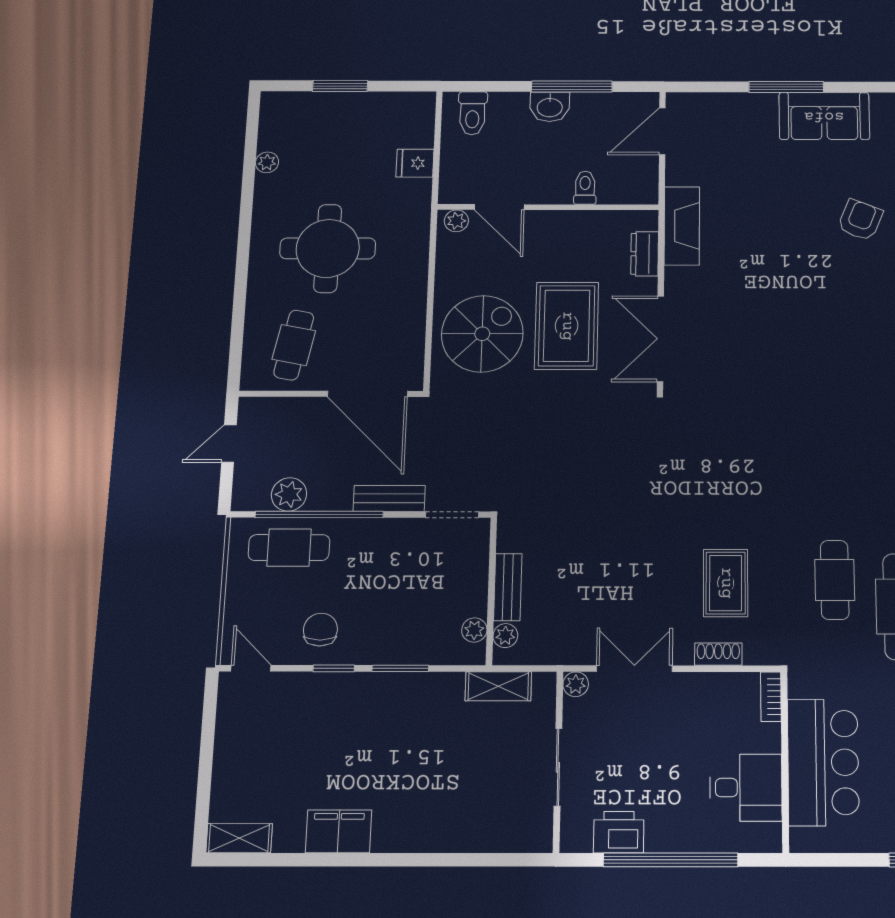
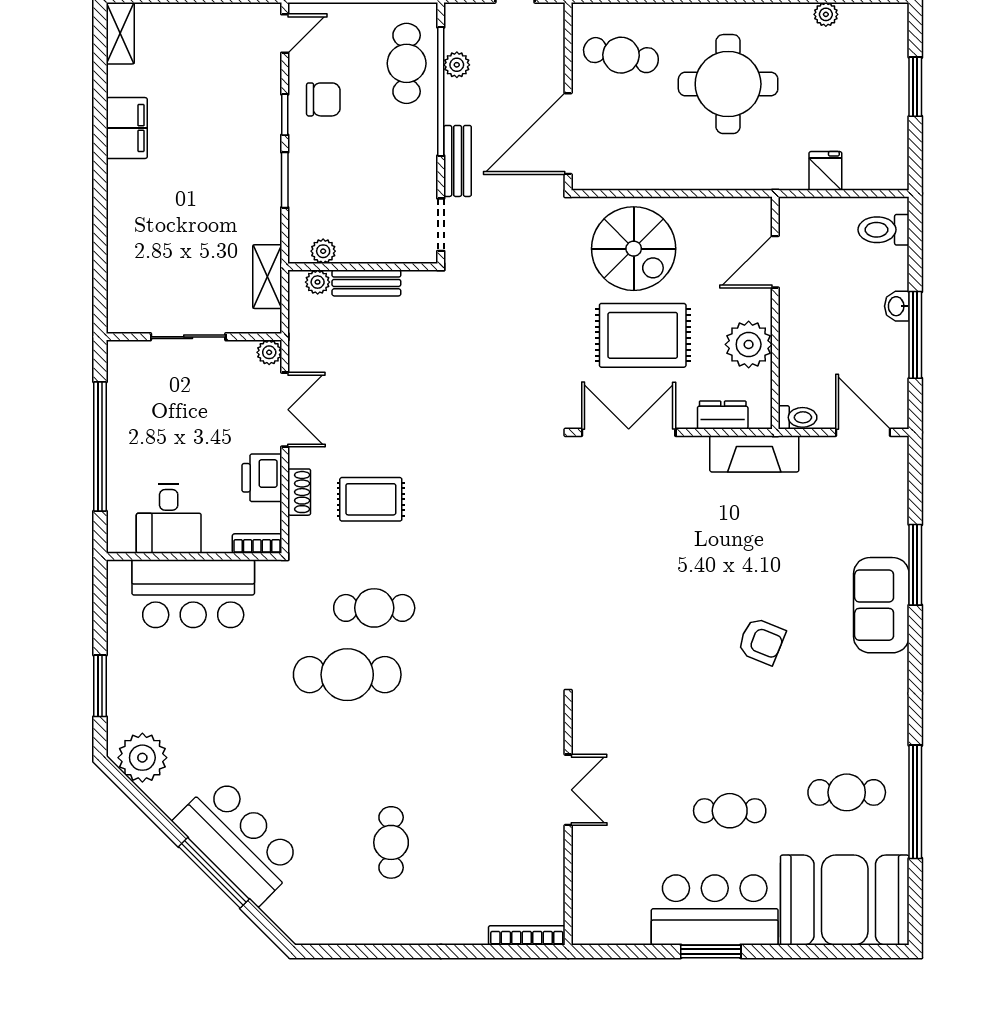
washbasin: (550, 107) -> (897, 306), width x0.72, depth x0.69
toilet: (585, 188) -> (798, 417), moved
plant: (456, 221) -> (749, 344), moved, width x1.88, depth x1.88
plant: (289, 494) -> (457, 65), width x0.73, depth x0.73
printer: (619, 832) -> (262, 478), moved, turned 180

